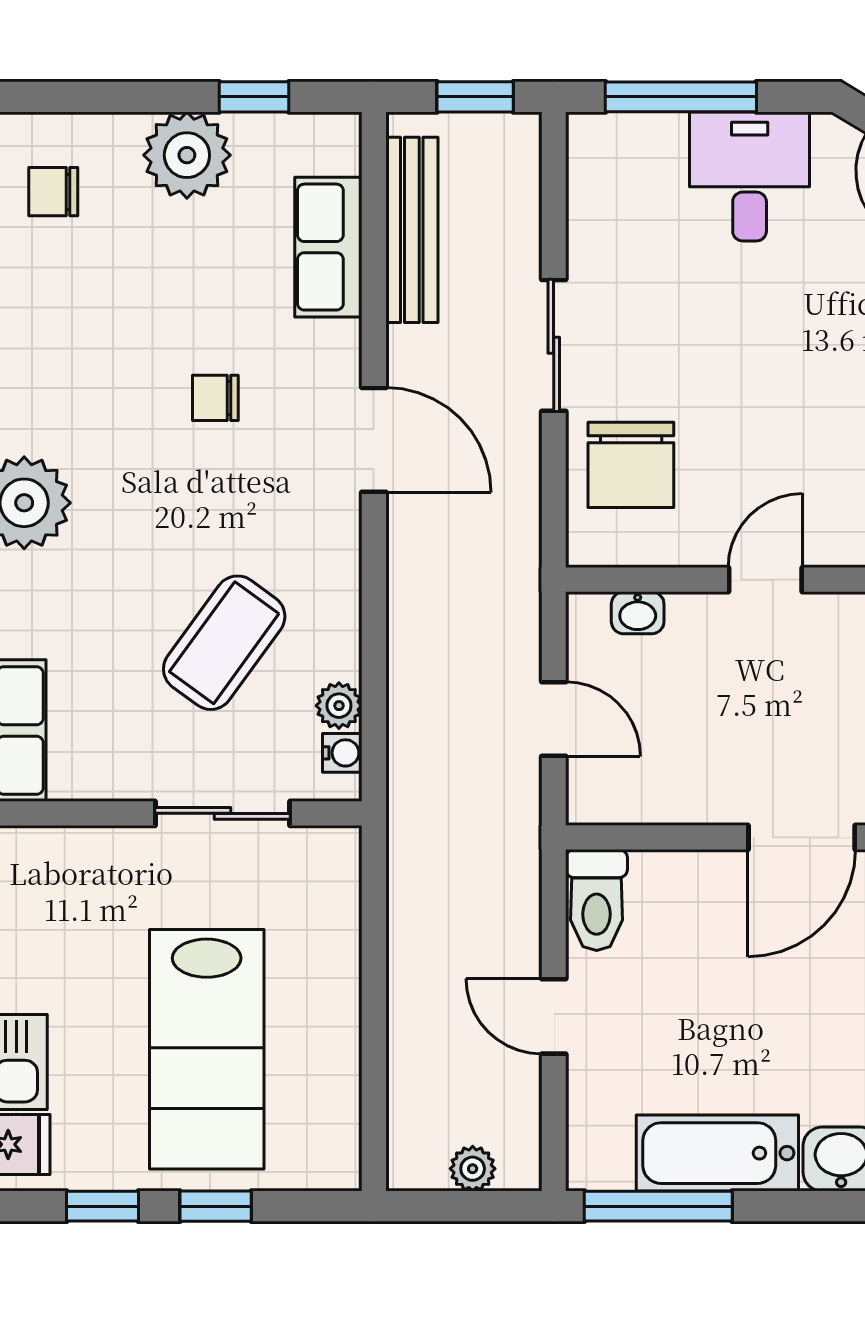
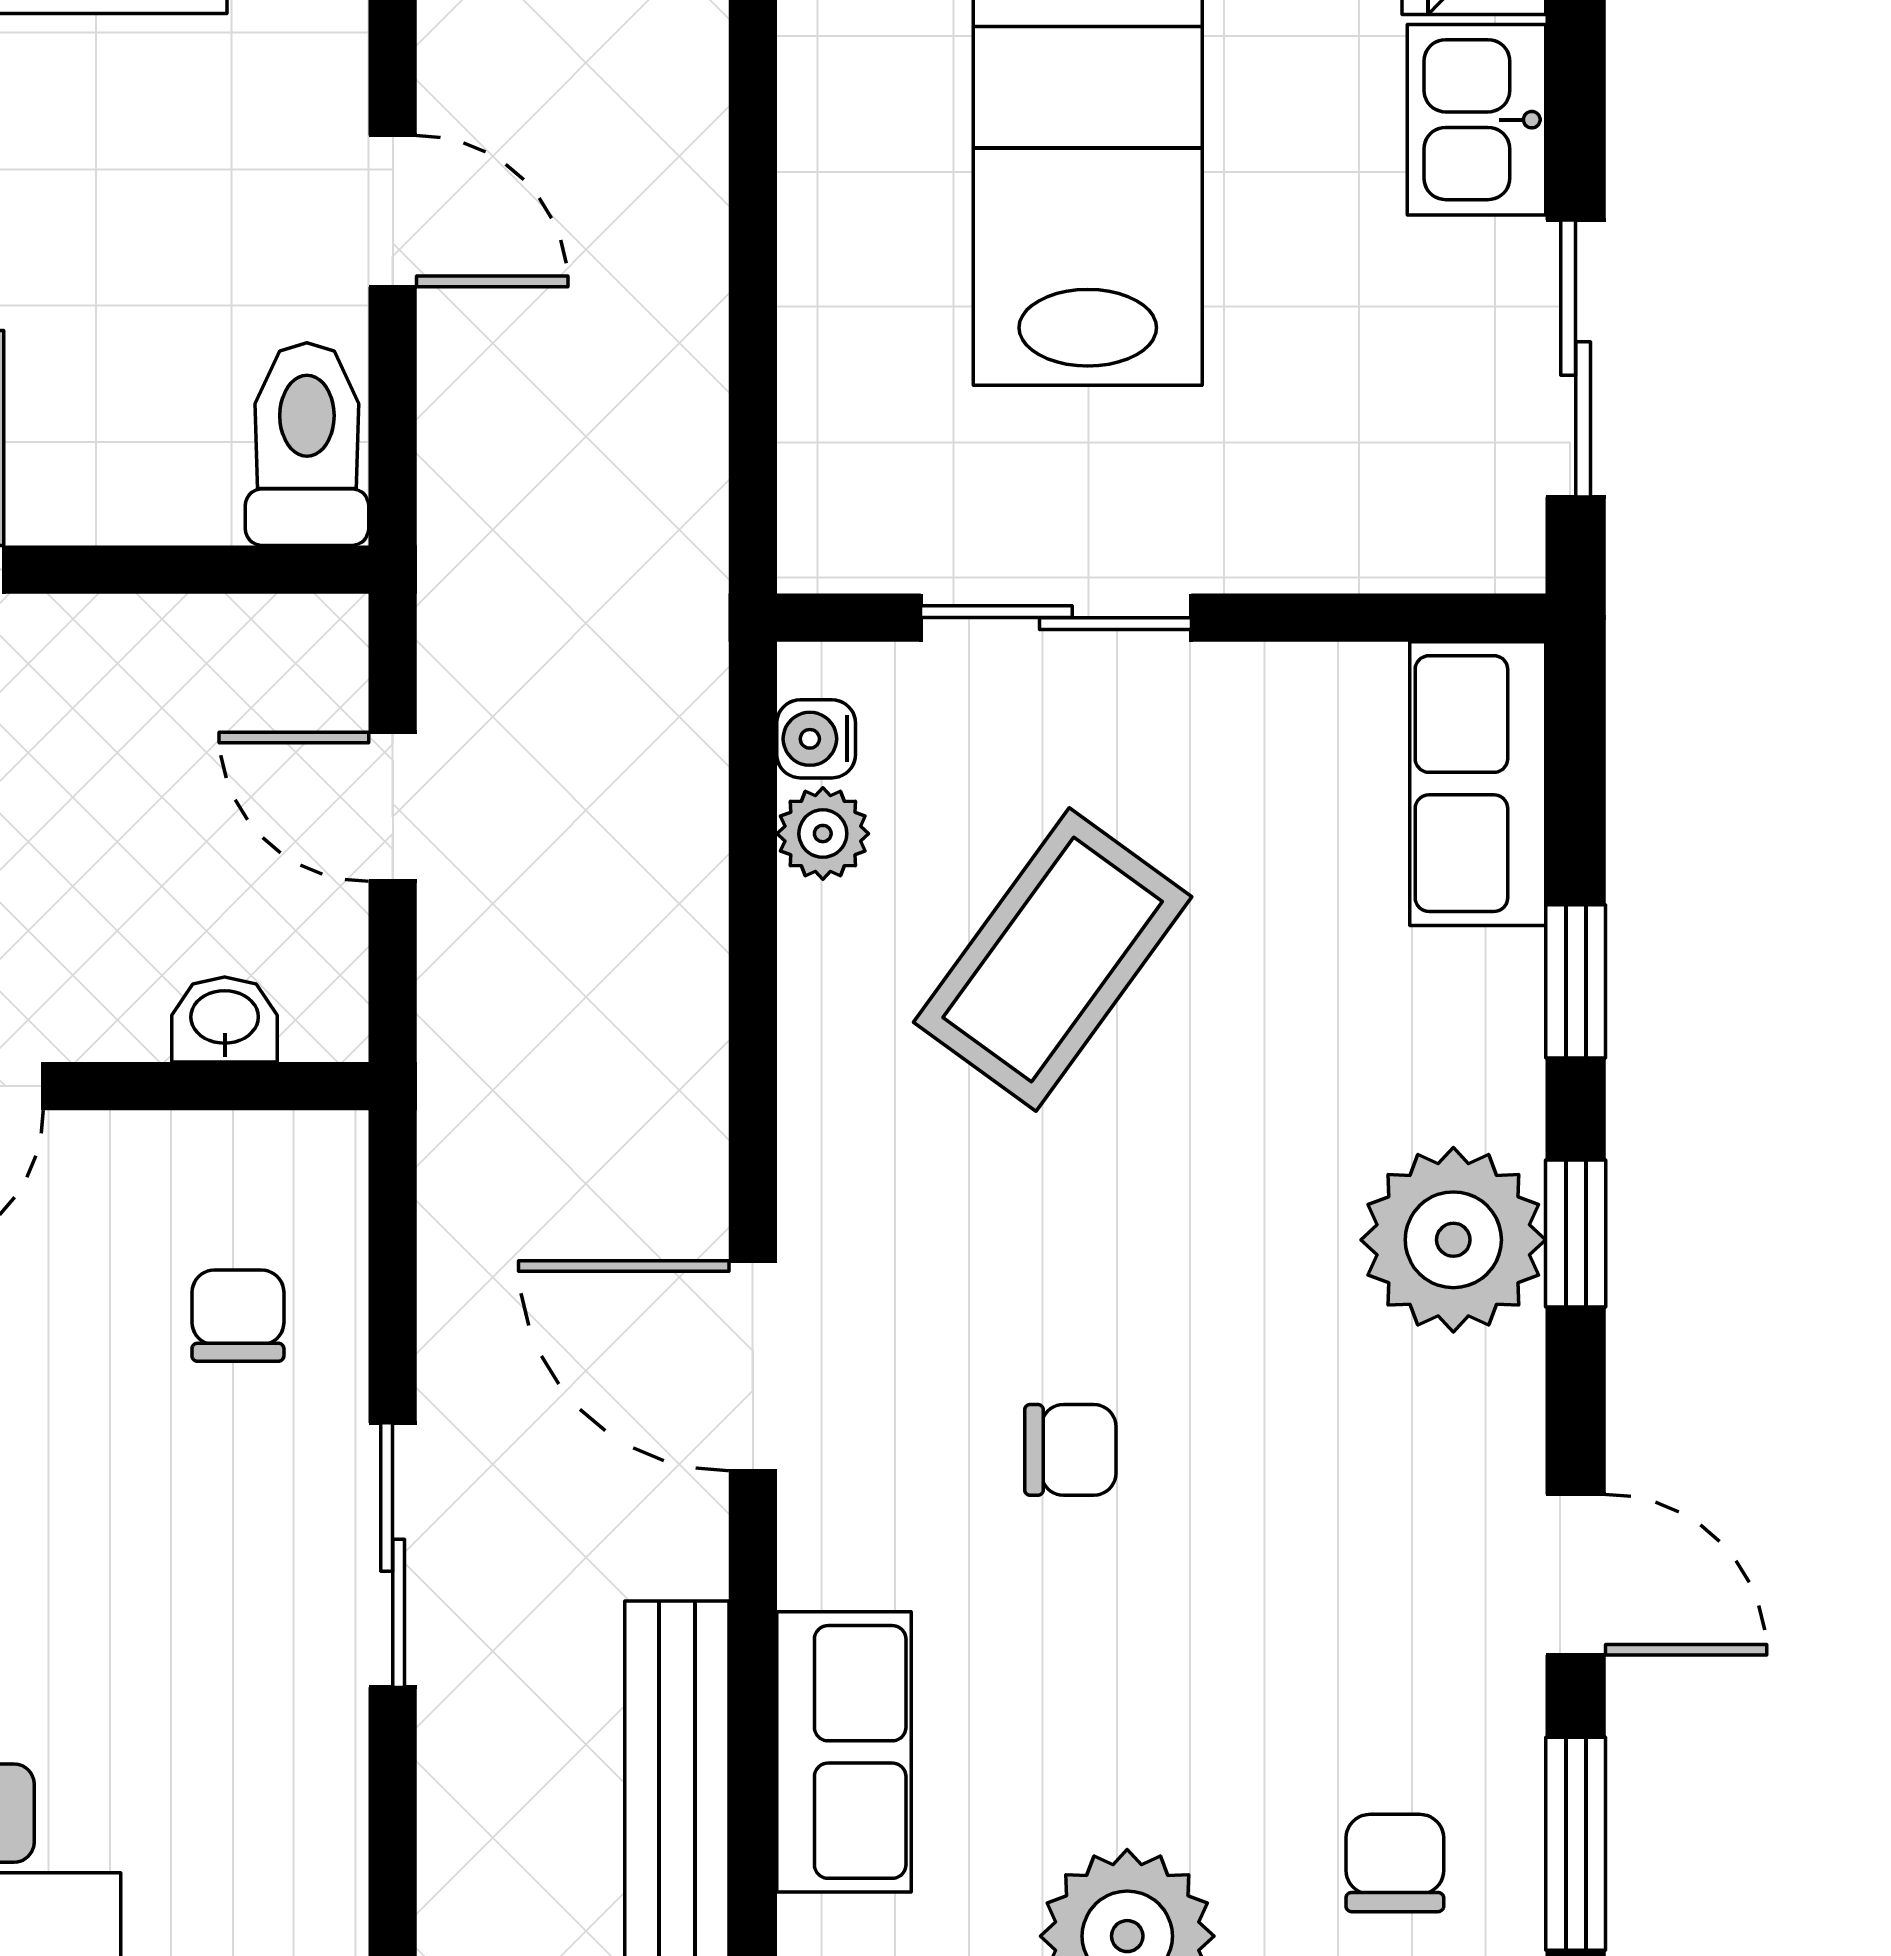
chair: (53, 192) -> (1395, 1863), turned -90
chair: (631, 465) -> (238, 1316), width x0.54, depth x0.54

